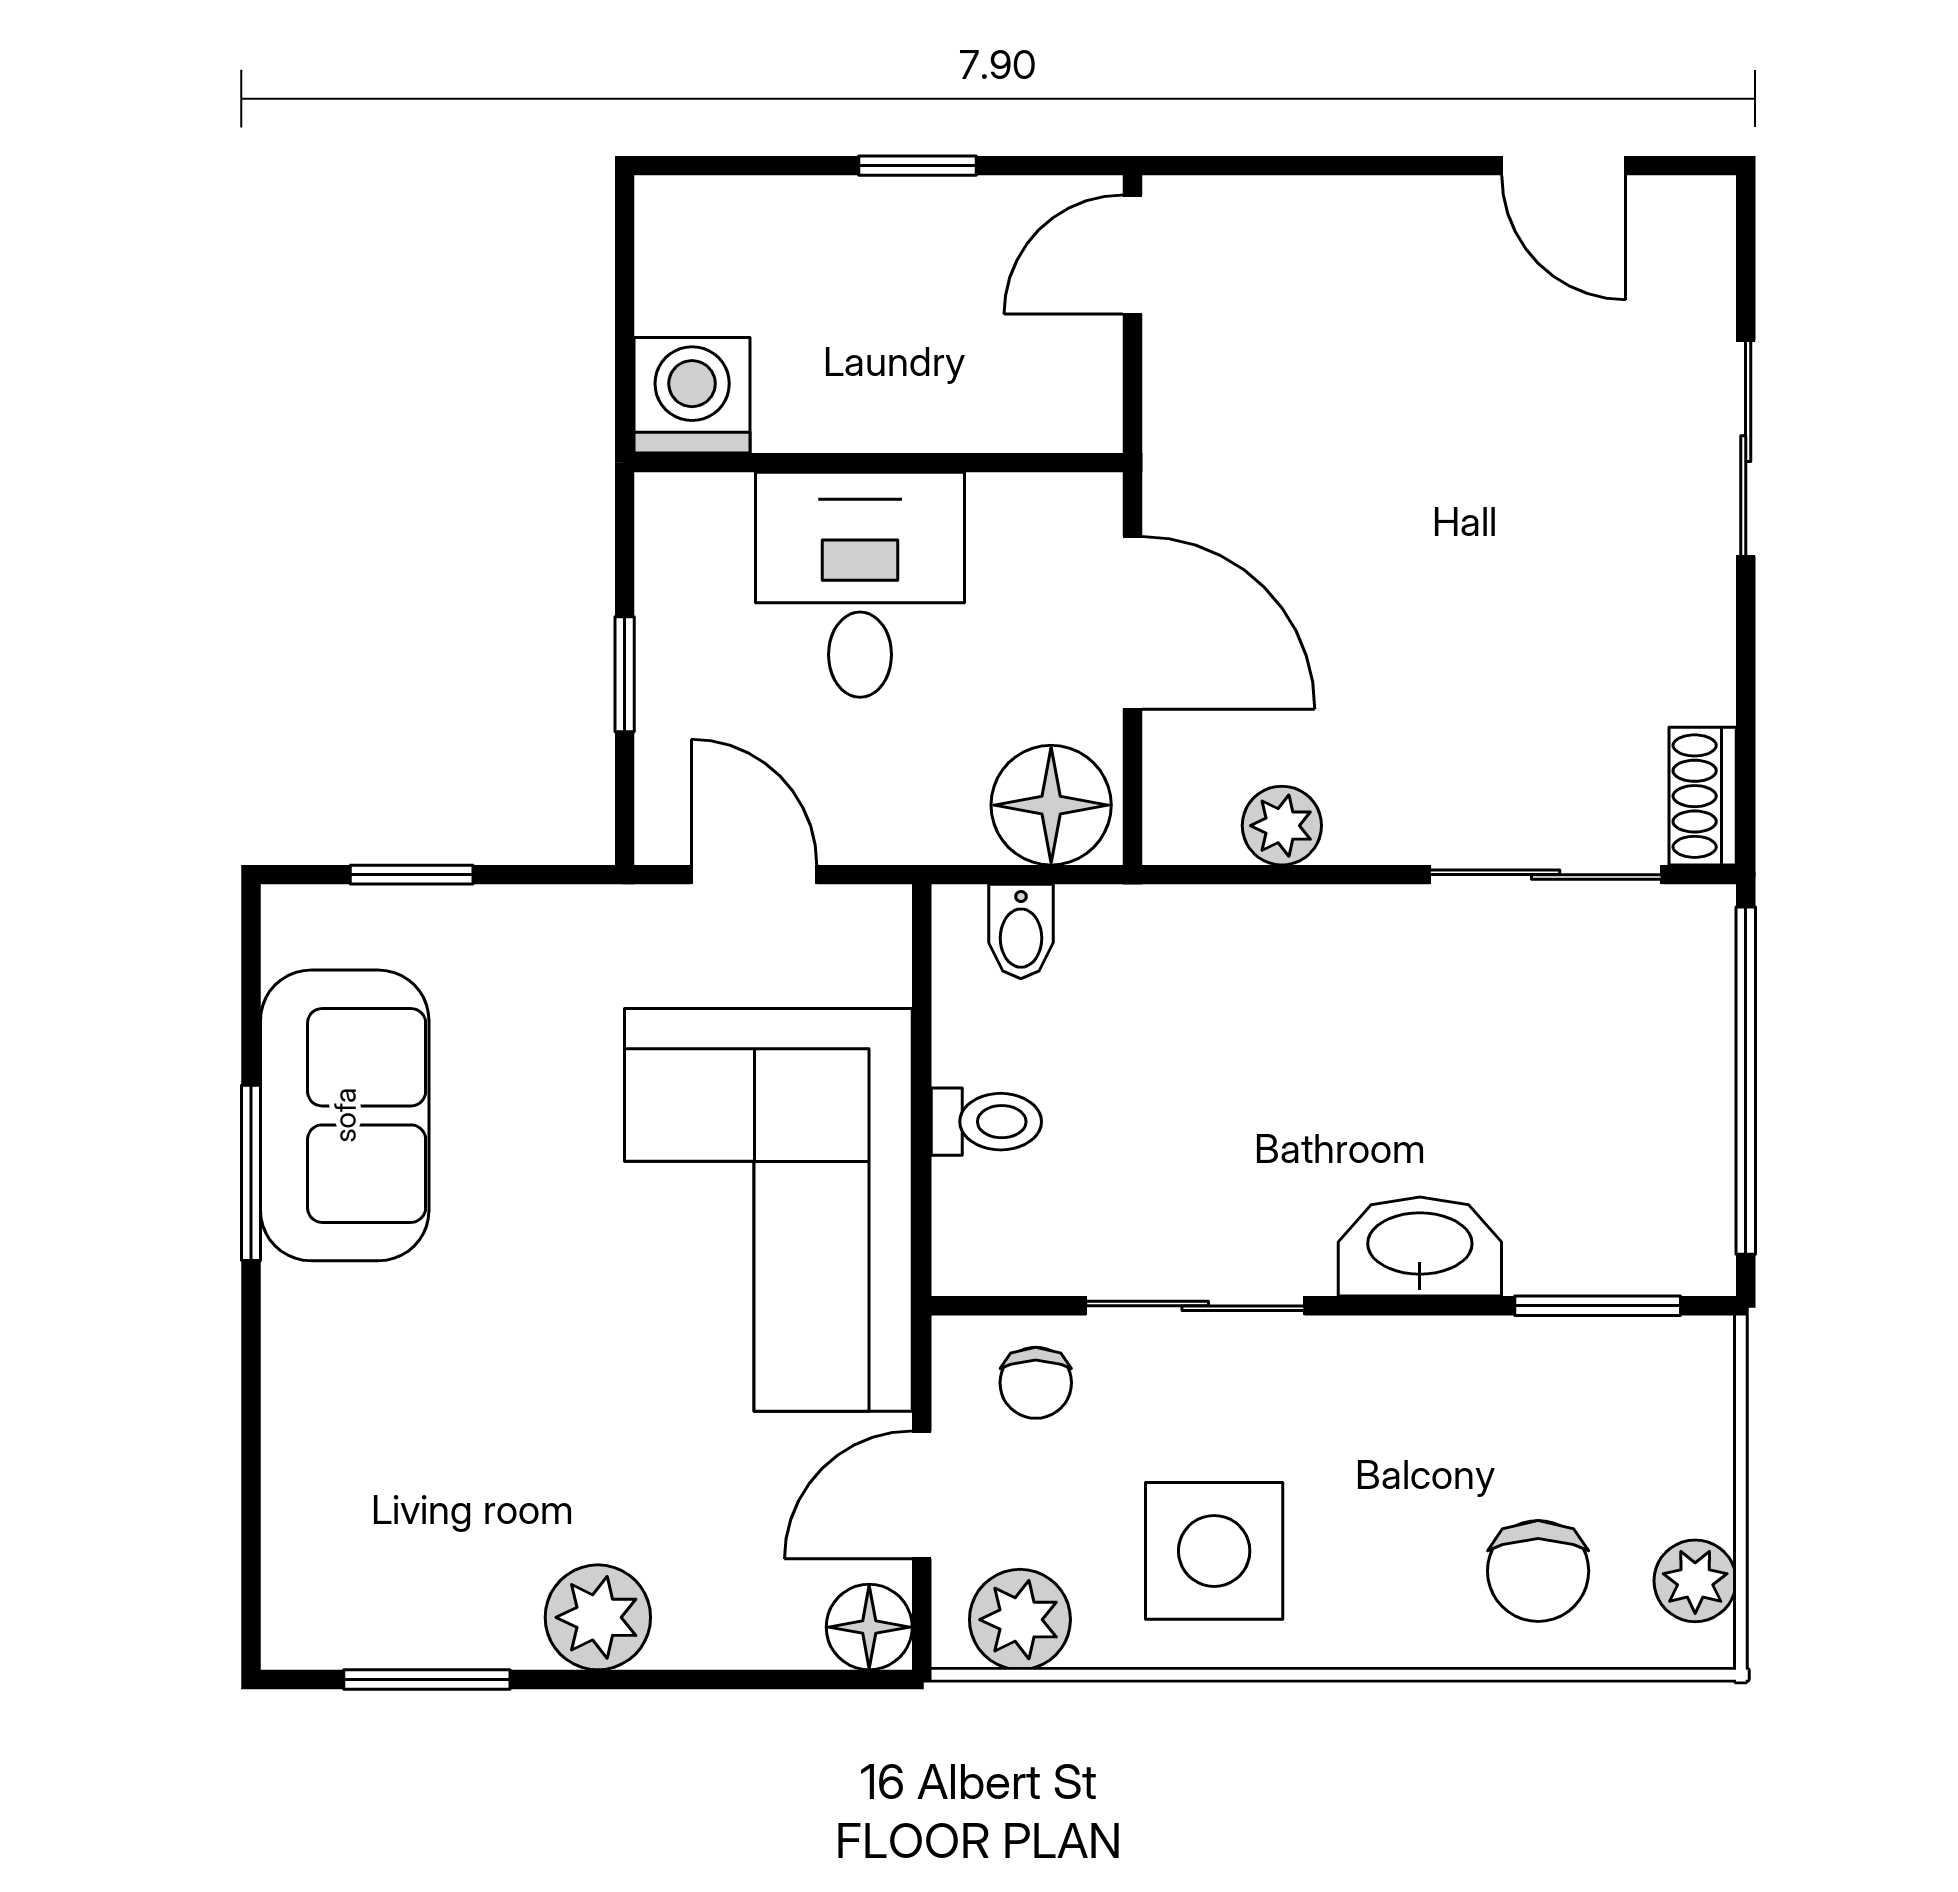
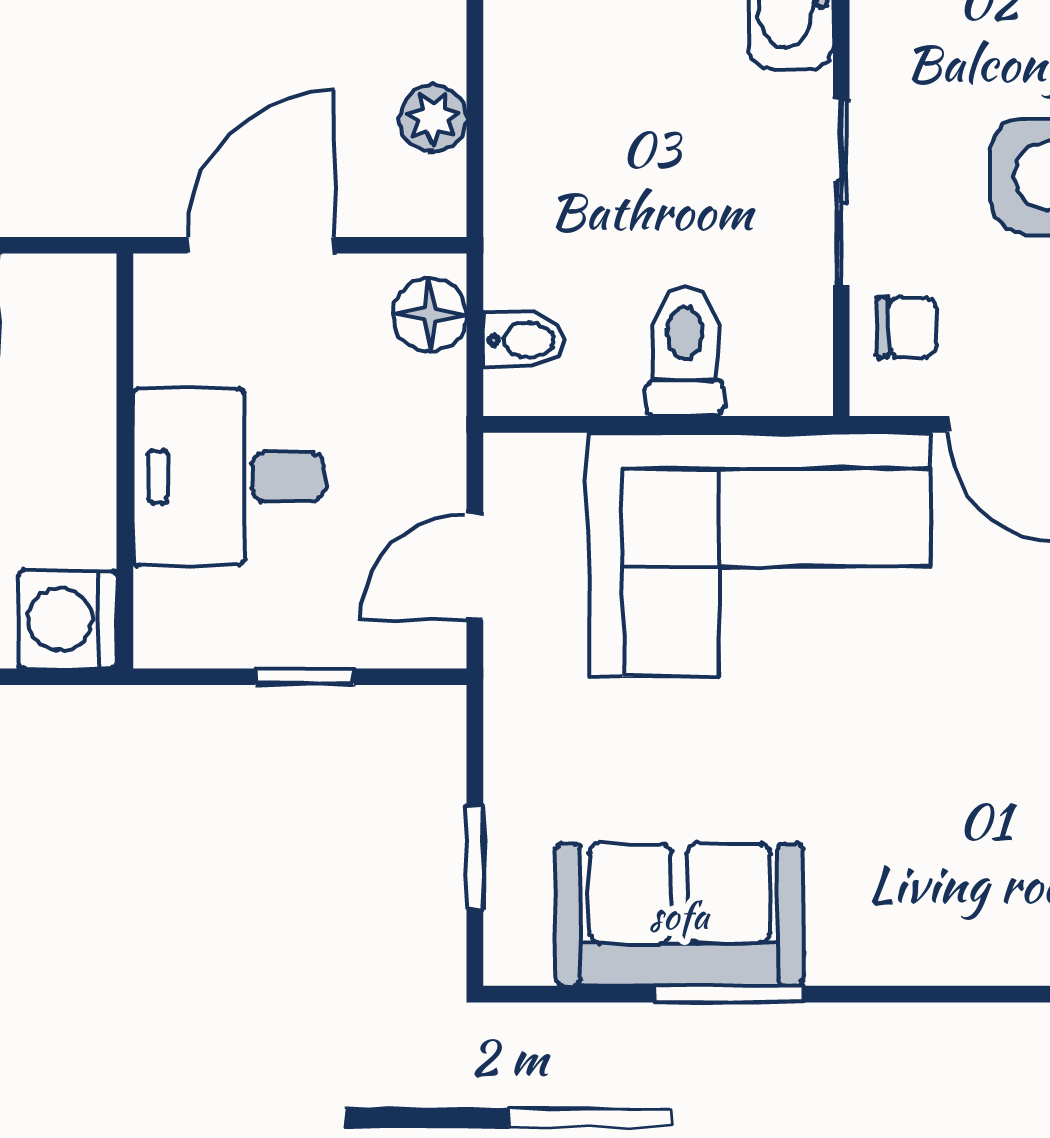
floor lamp: (1051, 805) -> (430, 314), width x0.73, depth x0.73
toilet: (986, 1122) -> (685, 351), width x1.37, depth x1.39

